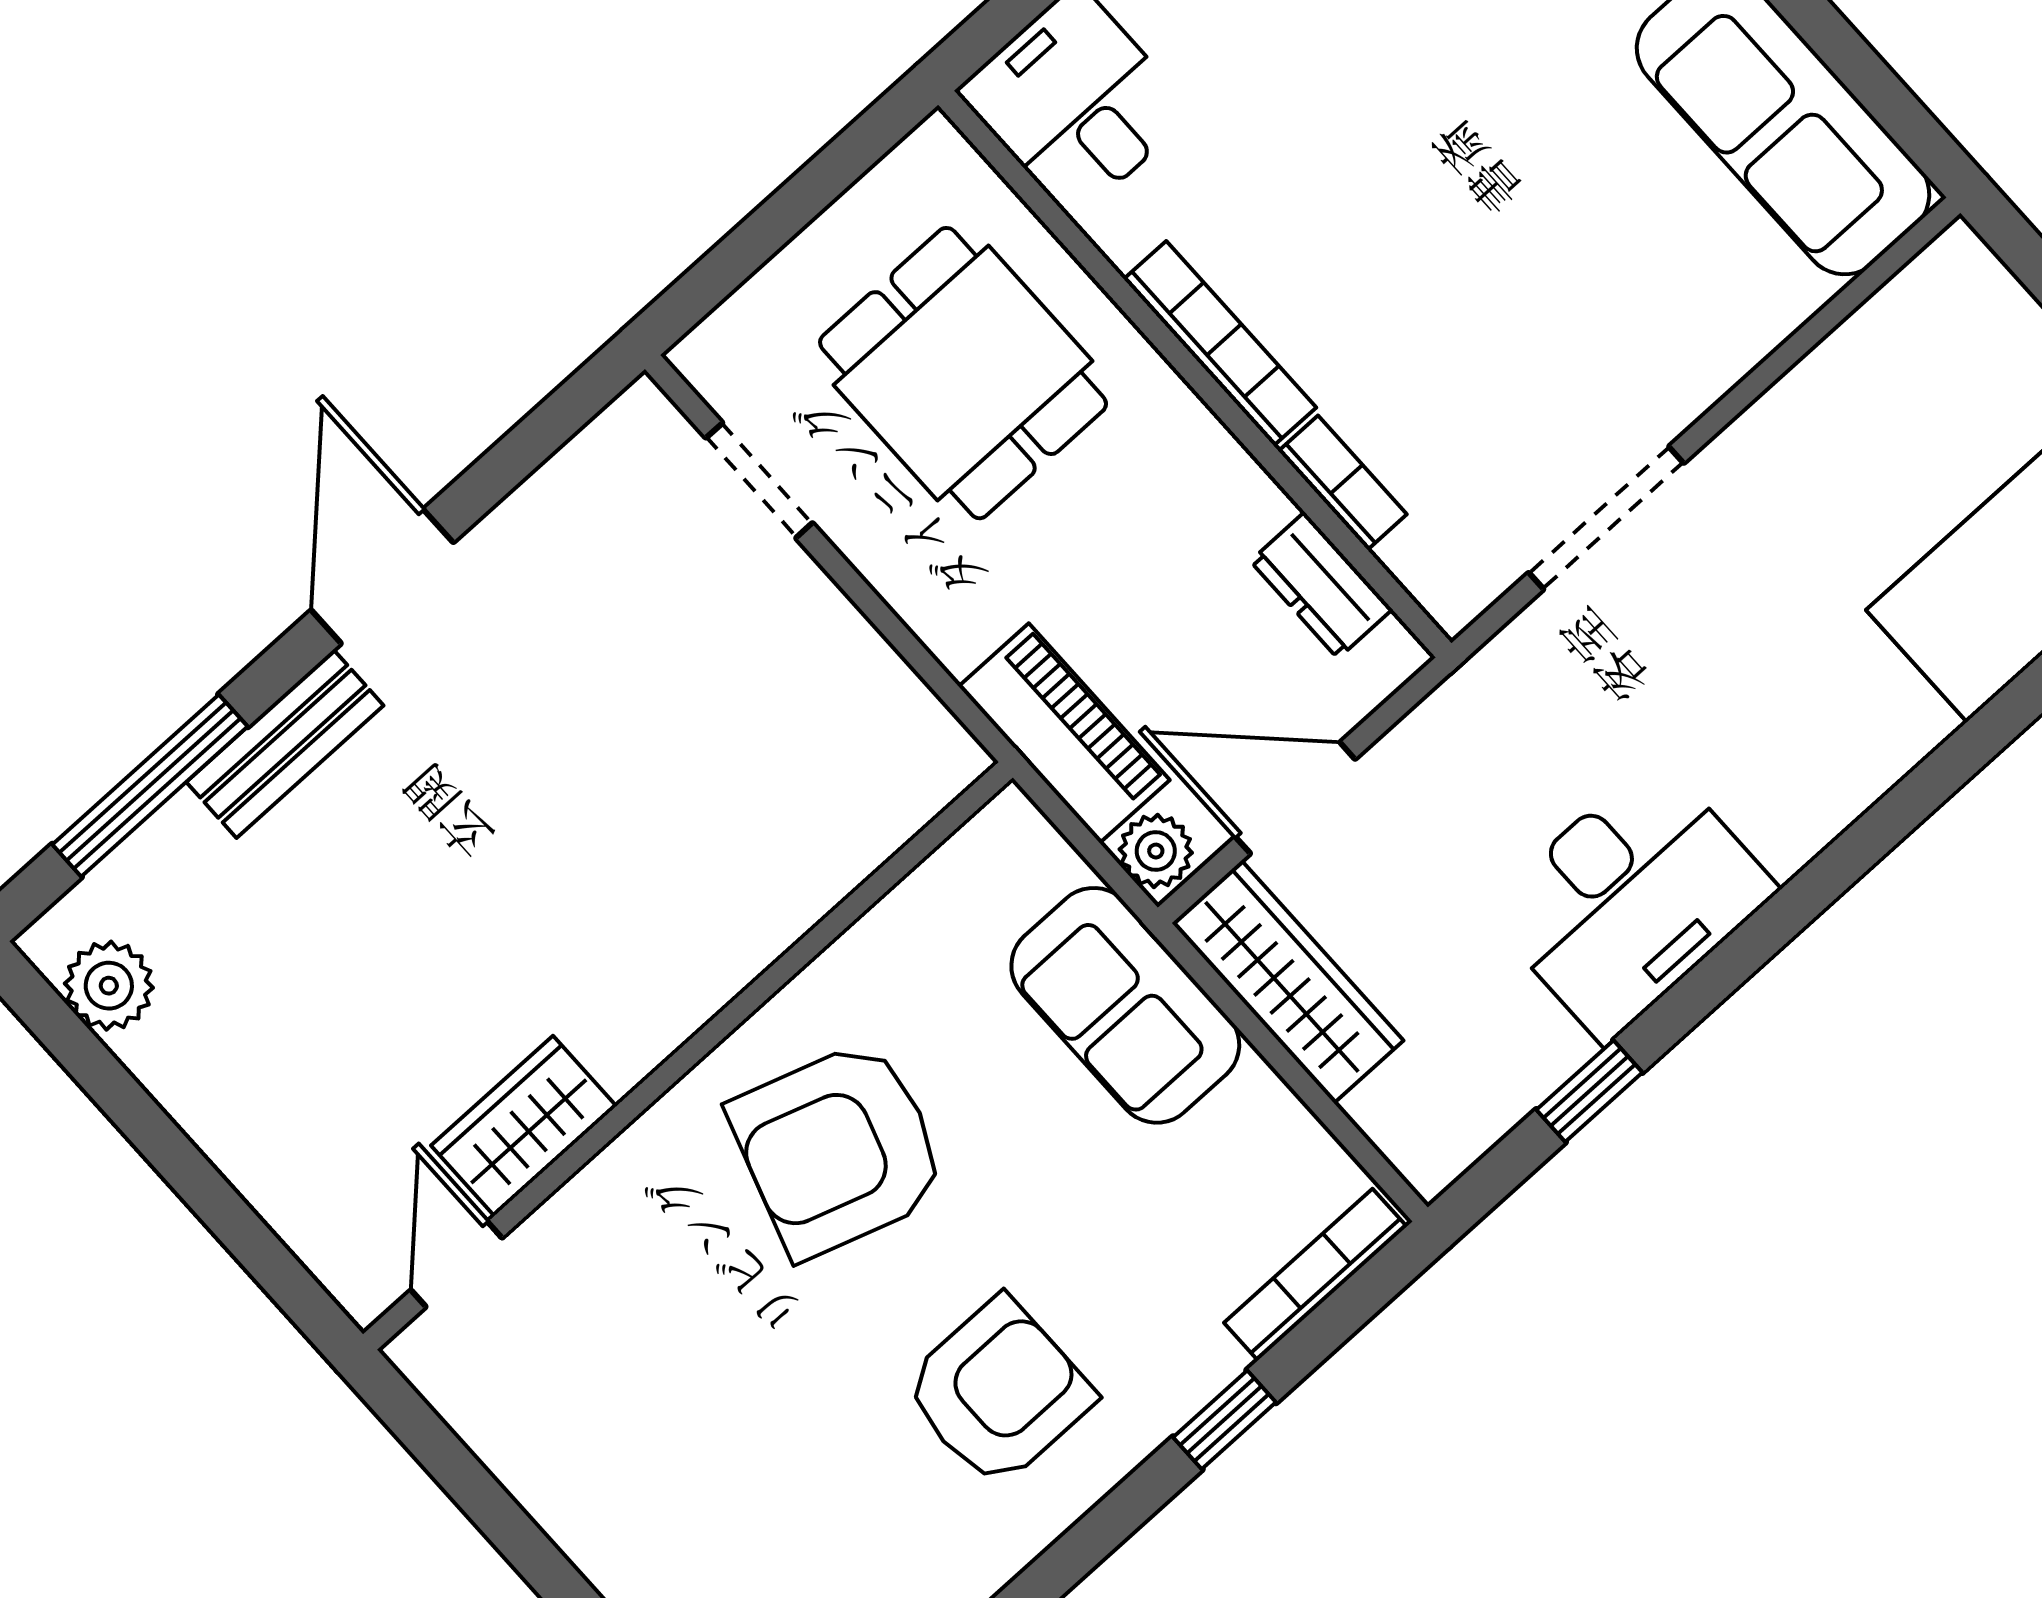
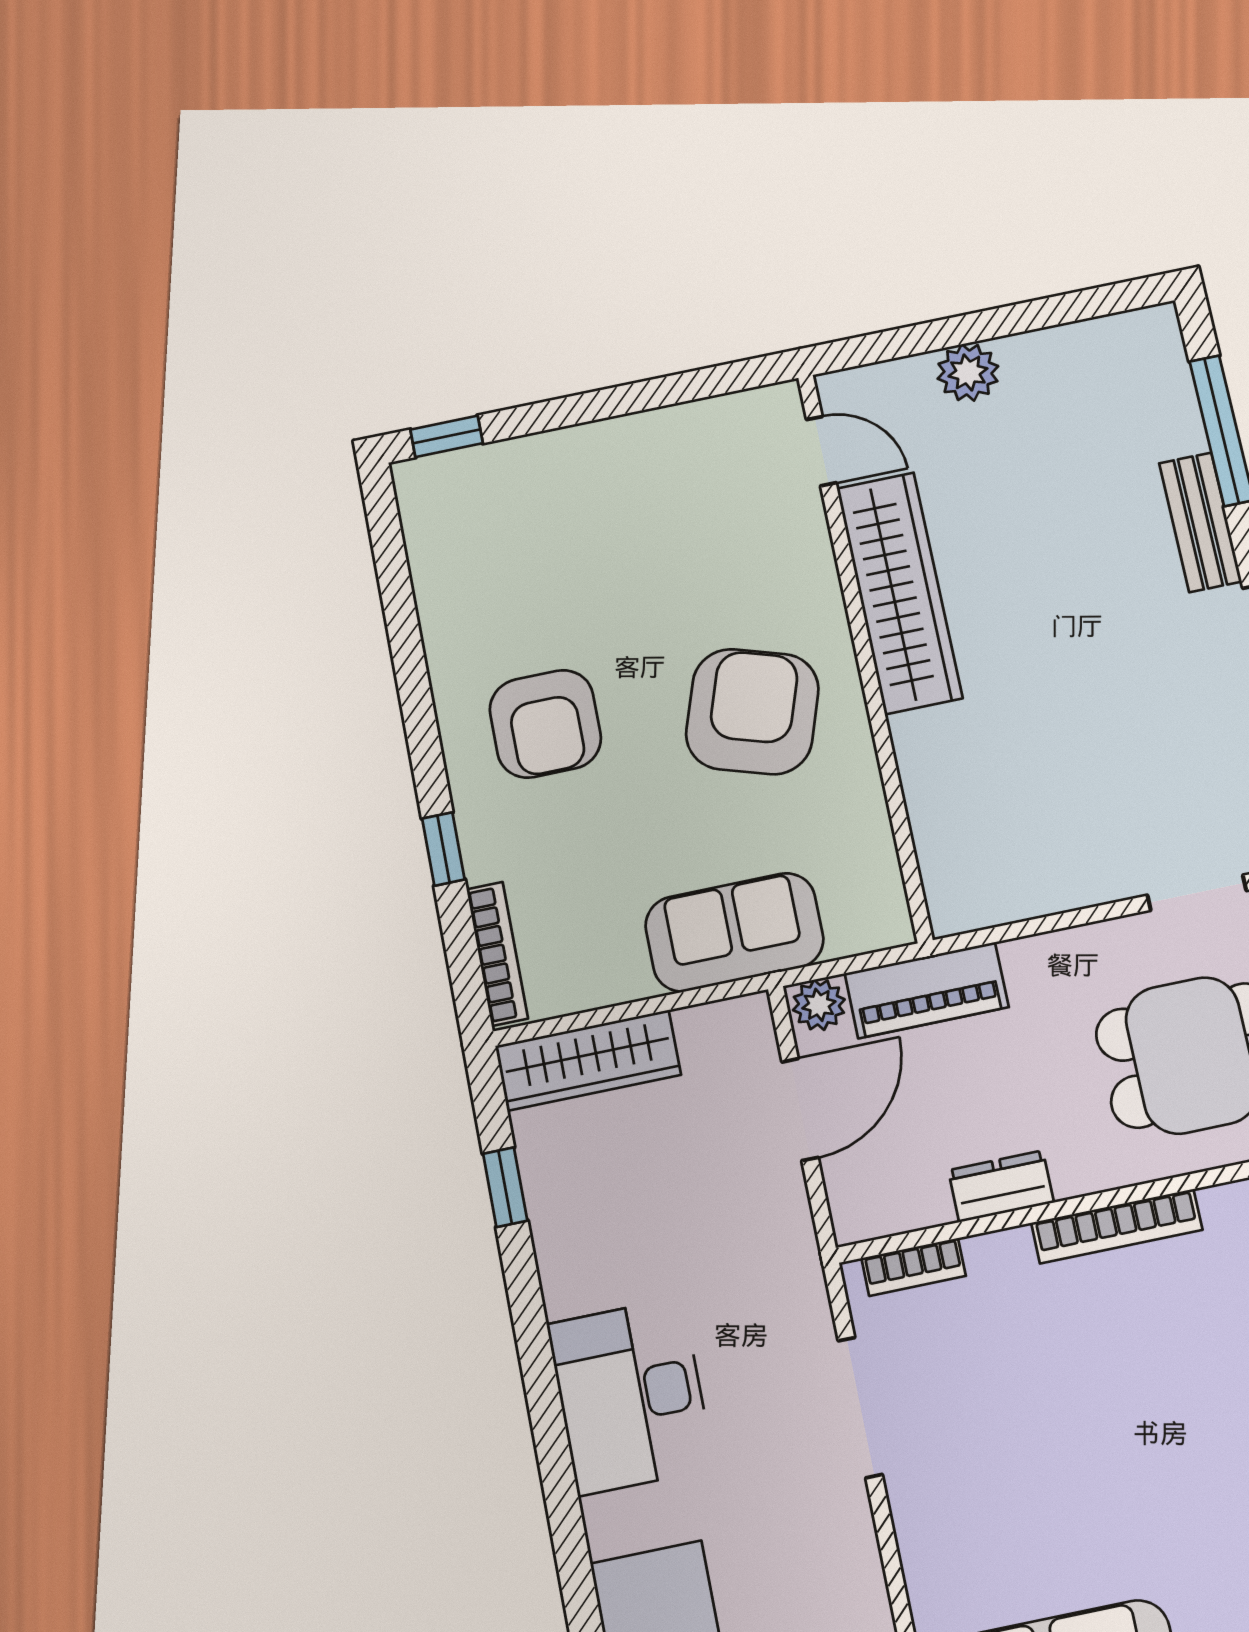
bookcase: (1343, 483) -> (914, 1267), moved
dresser: (1321, 585) -> (1001, 1186), moved
desk: (1630, 899) -> (630, 1396), moved
wardrobe: (1288, 982) -> (588, 1060), moved
plant: (109, 986) -> (968, 372), moved
wardrobe: (524, 1126) -> (899, 593), width x2.10, depth x1.17

